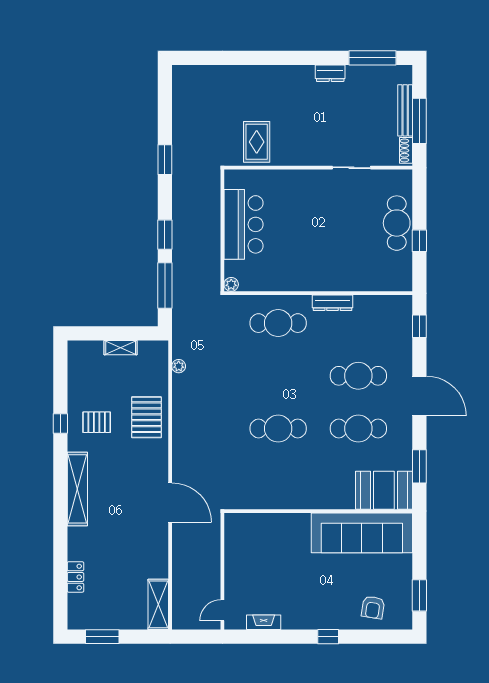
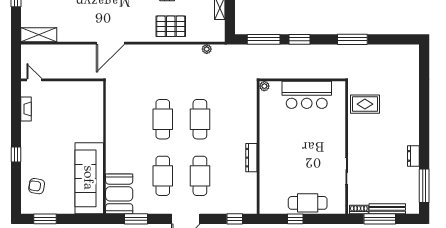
window: (165, 160) -> (352, 39), width x1.44
cafe table: (278, 323) -> (200, 119), moved

